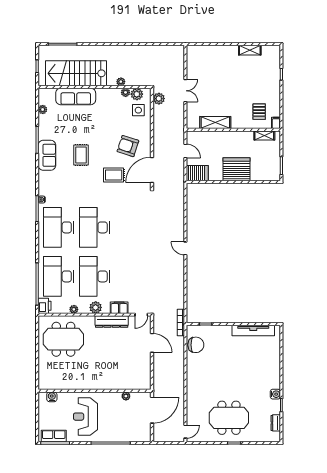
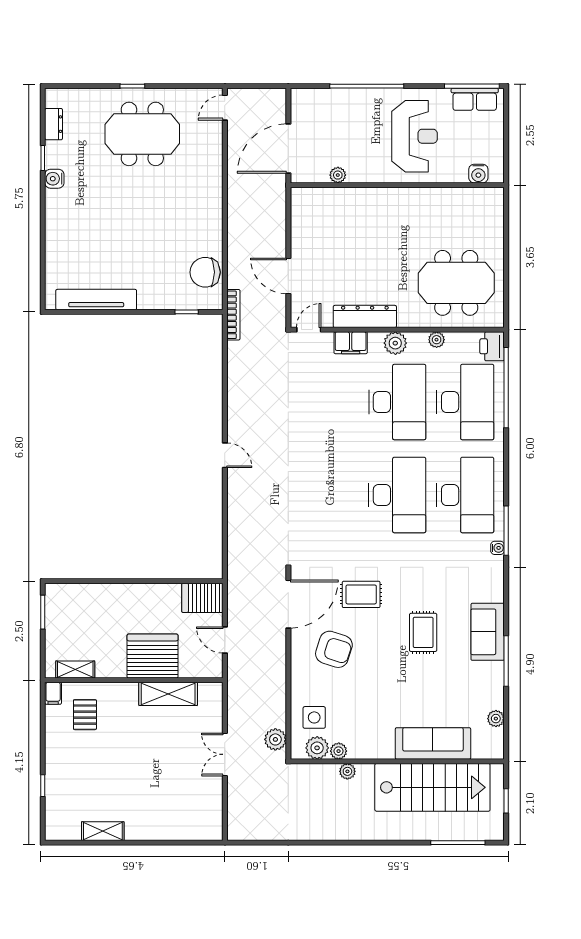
server rack: (236, 169) -> (153, 656), moved, turned 180

